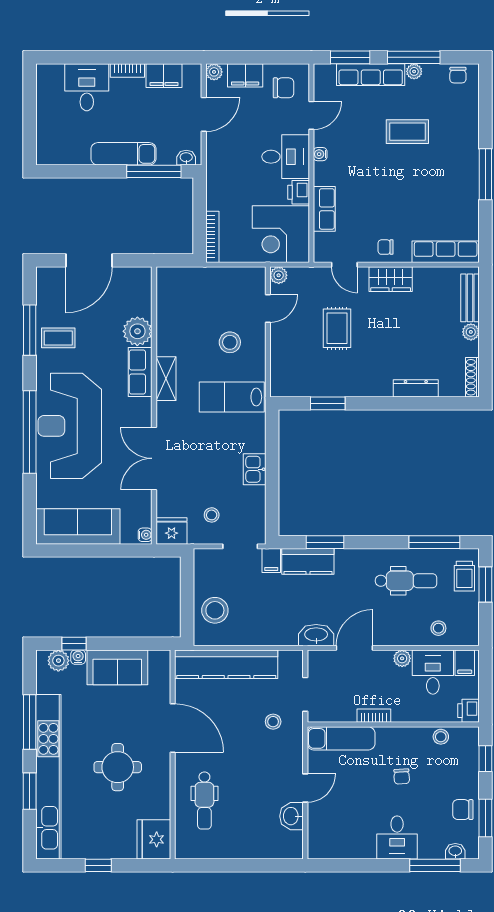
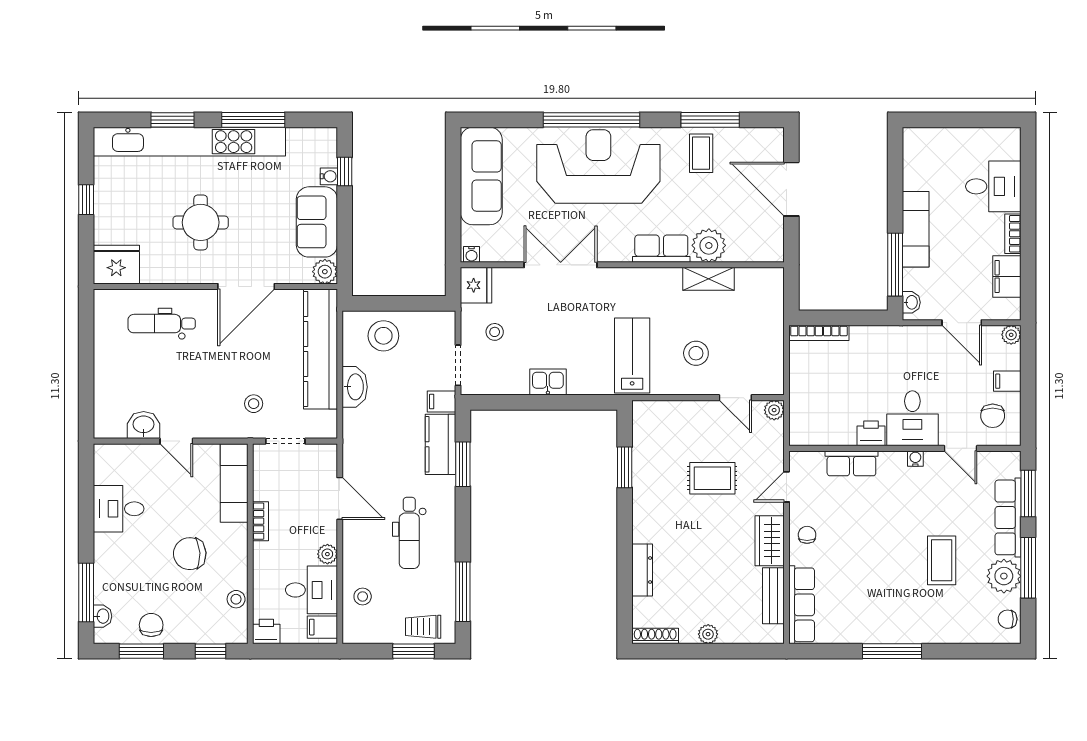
plant: (414, 71) -> (1004, 576), width x1.87, depth x1.87
filing cabinet: (245, 75) -> (1007, 381), width x0.50
corner desk: (281, 234) -> (822, 413), removed
bench: (470, 298) -> (773, 596), moved, turned 90
shelving: (166, 379) -> (709, 279), moved
dental chair: (406, 581) -> (409, 533), moved
washbasin: (316, 635) -> (355, 387), moved
plant: (58, 661) -> (325, 272), moved
chair: (402, 776) -> (190, 554), width x1.87, depth x1.87
desk: (397, 837) -> (119, 509), moved

